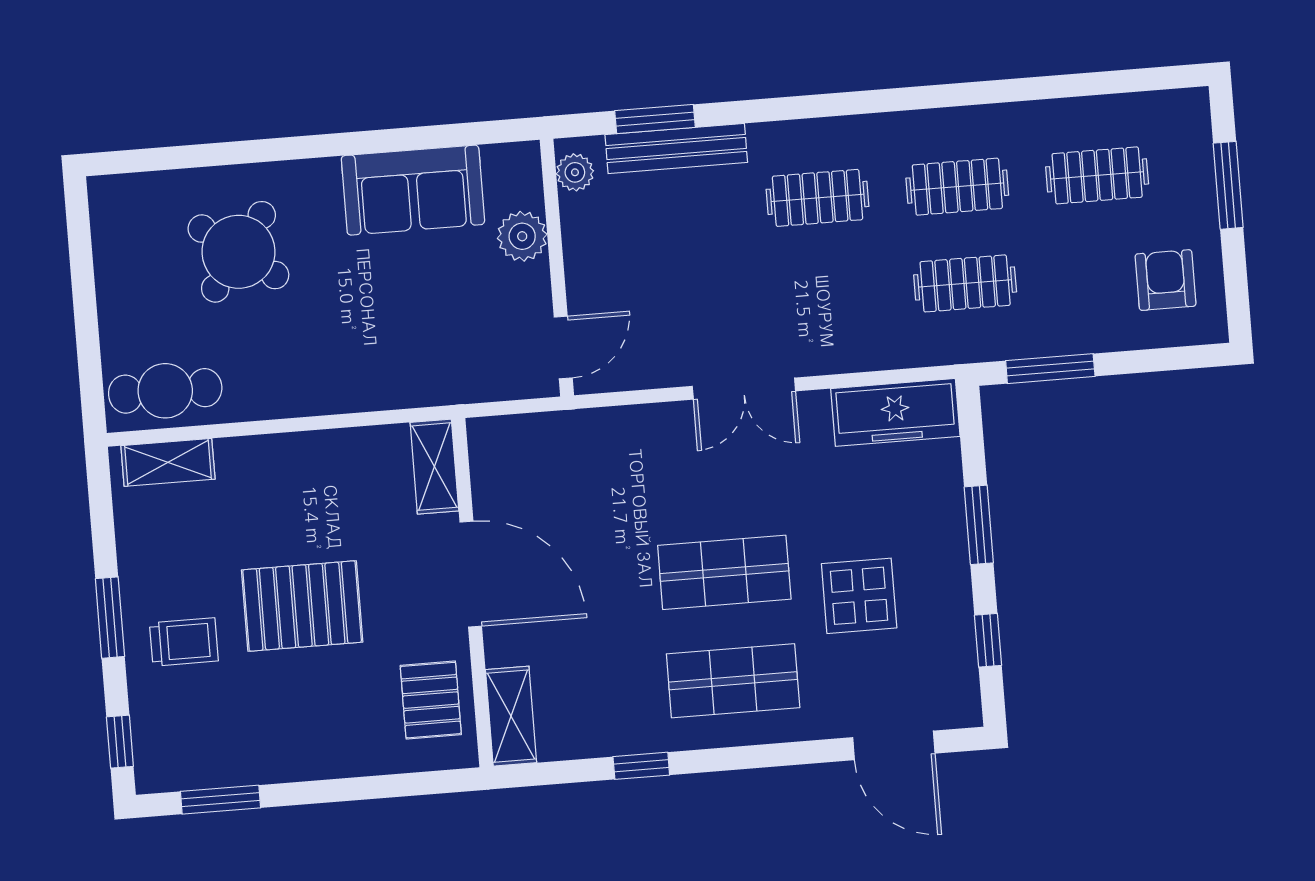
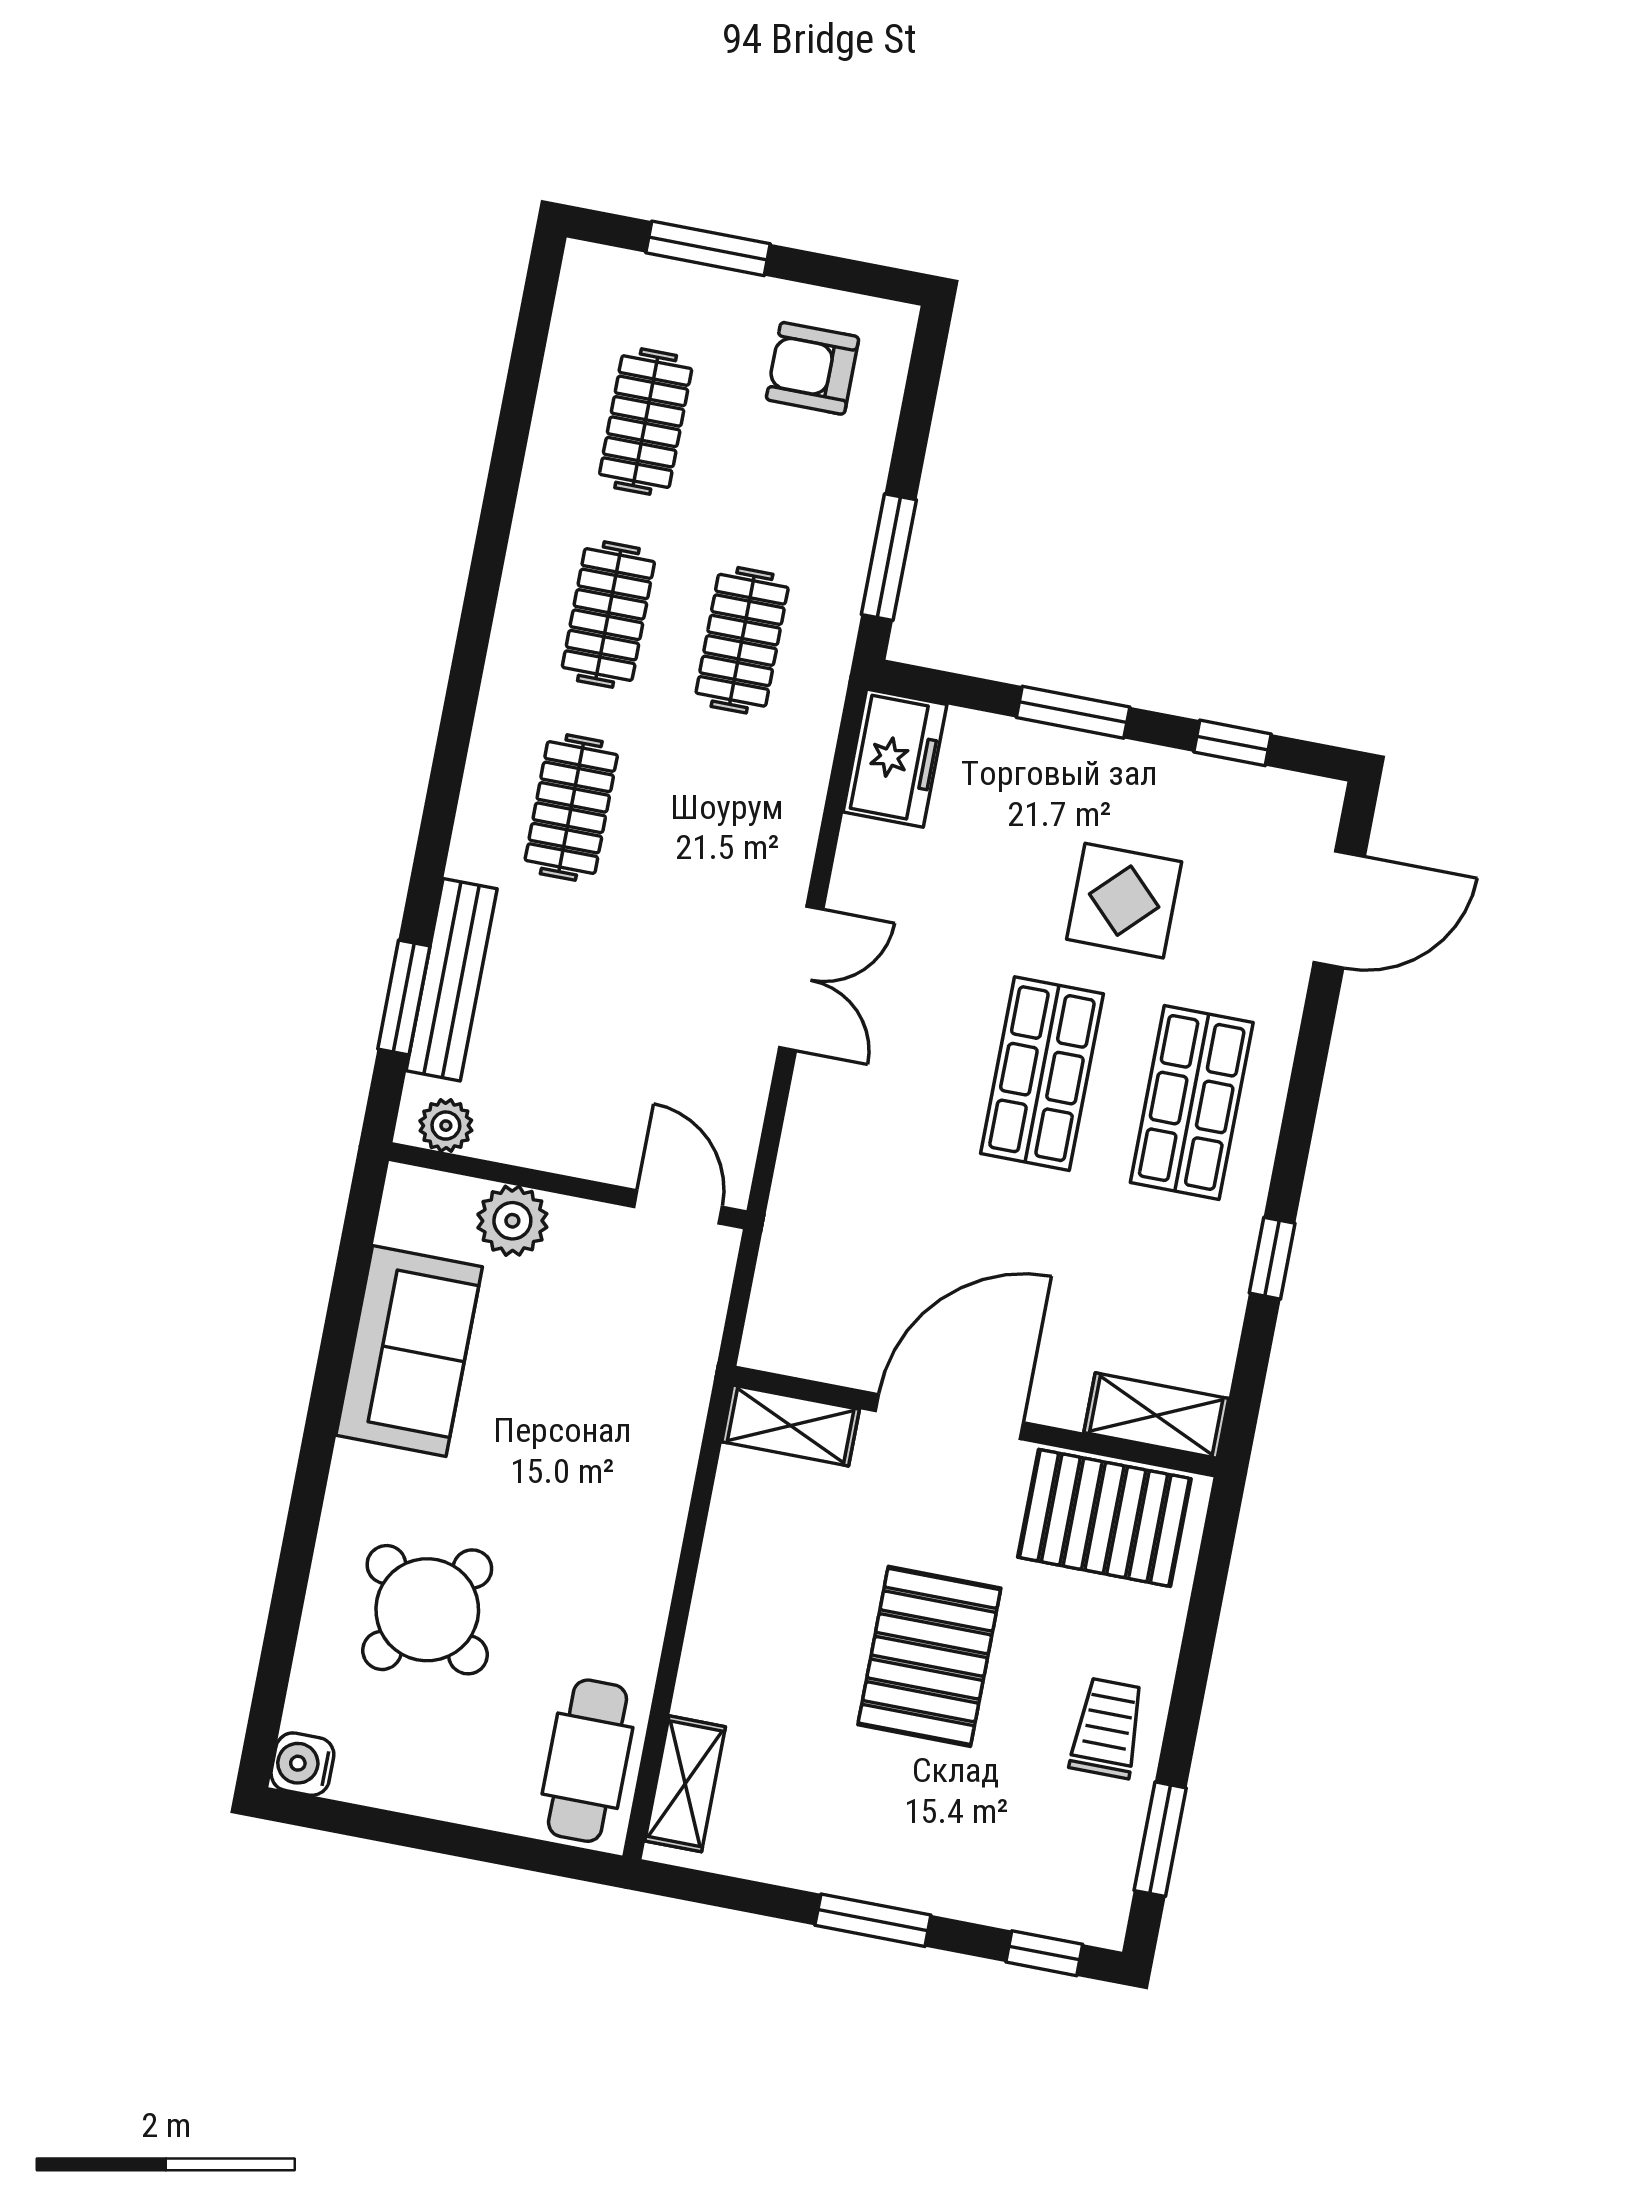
water cooler: (109, 195) -> (302, 1764), added
freezer: (895, 412) -> (895, 758), width x0.71
trolley: (184, 642) -> (1107, 1728), moved
pallet: (431, 700) -> (1104, 1518), width x1.50, depth x1.42

